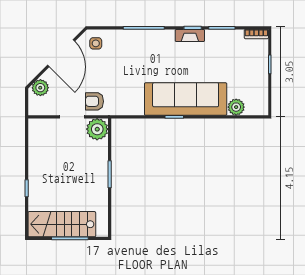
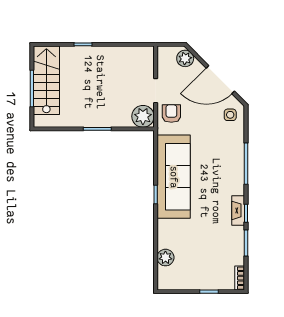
sofa: (186, 99) -> (174, 177), moved

